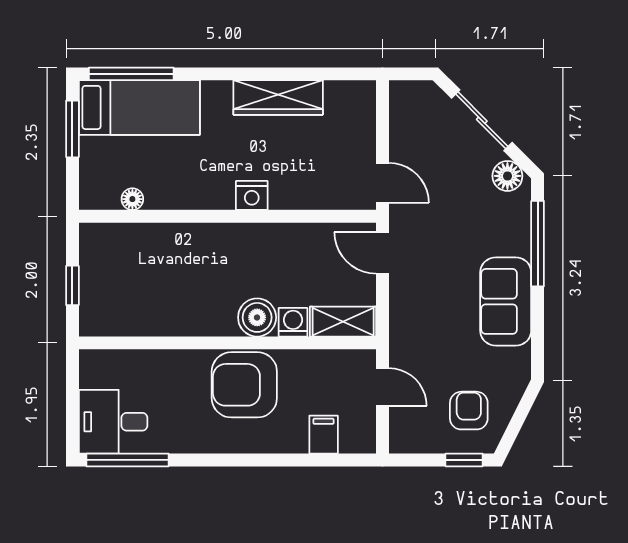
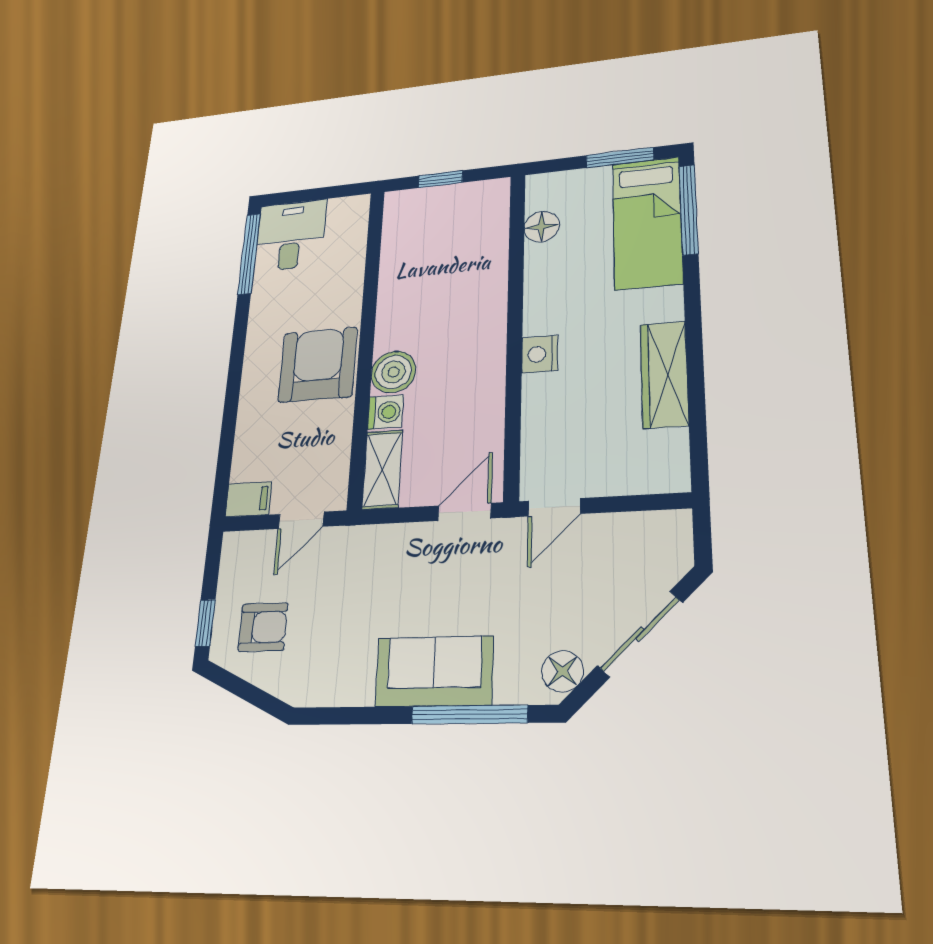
floor lamp: (132, 199) -> (542, 227), width x1.37, depth x1.37
sofa: (506, 301) -> (434, 671), moved
filing cabinet: (324, 435) -> (248, 499), moved

